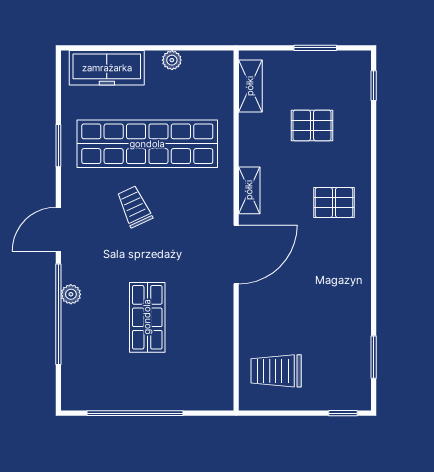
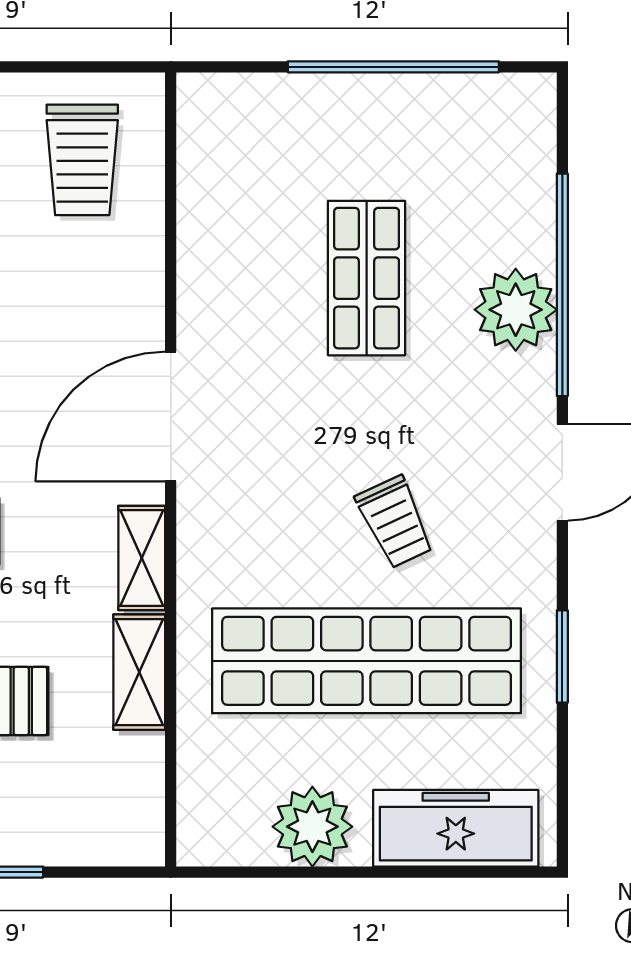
plant: (172, 60) -> (312, 827), width x1.87, depth x1.87
shelving: (250, 86) -> (139, 672), moved
plant: (71, 294) -> (516, 310), width x1.88, depth x1.88
trolley: (276, 371) -> (82, 160), turned 90

